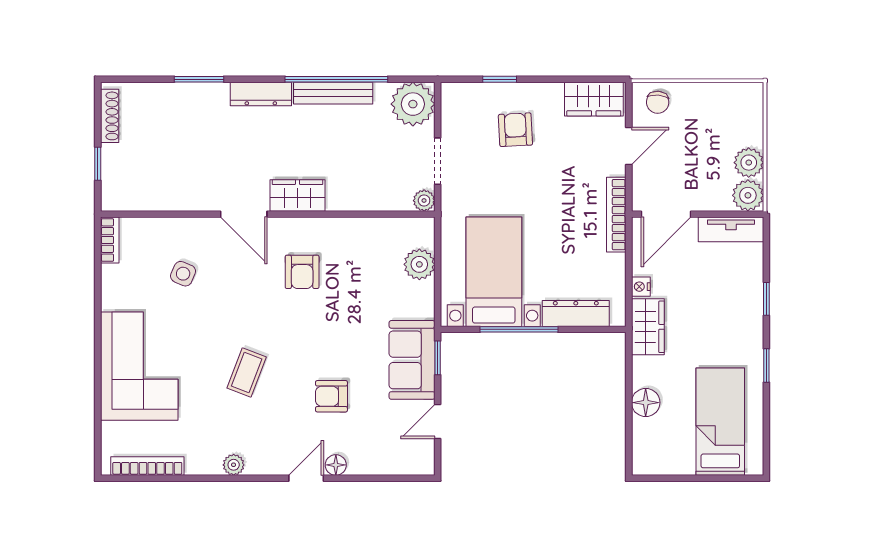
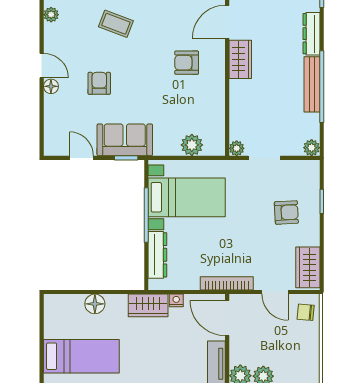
plant: (413, 104) -> (312, 148), width x0.53, depth x0.53

